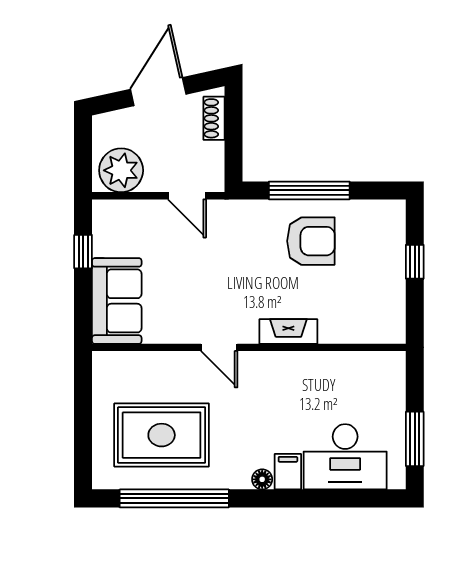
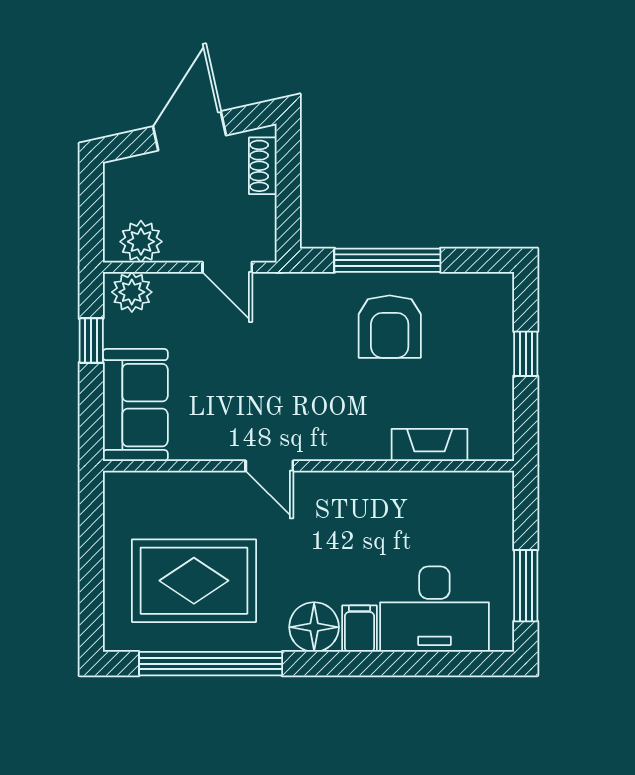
plant: (121, 170) -> (141, 242), width x0.73, depth x0.73
plant: (114, 215) -> (132, 292), added
armchair: (311, 241) -> (390, 327), turned 90
fireplace: (288, 331) -> (430, 445), moved
floor lamp: (262, 479) -> (314, 627), width x1.89, depth x1.89

